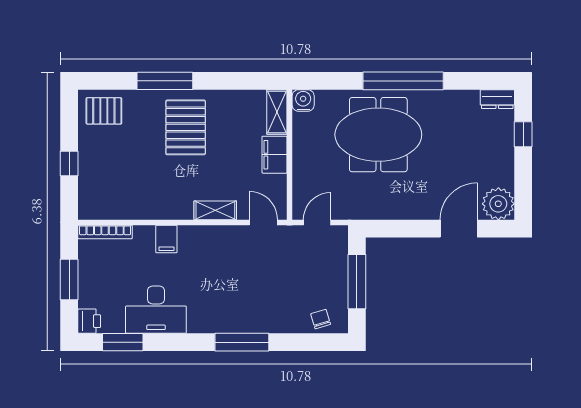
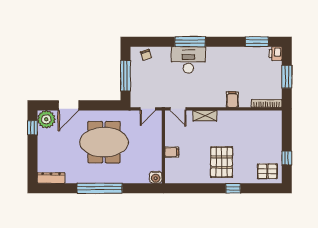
window: (165, 81) -> (233, 188), width x0.46
dresser: (497, 99) -> (51, 178), width x1.44
shelving: (277, 112) -> (170, 171), removed
window: (523, 134) -> (32, 128), moved
meeting table: (378, 135) -> (104, 142), moved
filing cabinet: (275, 155) -> (172, 152), width x0.50
window: (69, 164) -> (287, 158), moved
desk: (156, 310) -> (188, 60), moved

